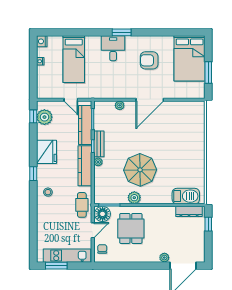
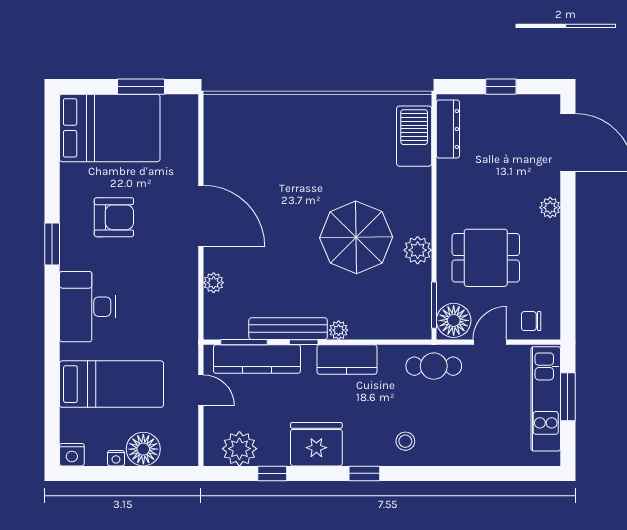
window: (122, 32) -> (52, 244), moved
desk: (113, 48) -> (87, 307), width x1.37
armchair: (149, 60) -> (114, 217), turned -90
floor lamp: (44, 74) -> (143, 449), added
door: (71, 100) -> (201, 390), hinge flipped
window: (33, 116) -> (272, 473), moved
bench: (99, 144) -> (288, 329), width x1.36
kitchen counter: (85, 166) -> (347, 359), width x0.67
window: (208, 224) -> (501, 87), moved
door: (93, 230) -> (490, 342), hinge flipped
plant: (164, 258) -> (550, 208), moved
window: (56, 266) -> (568, 397), moved

